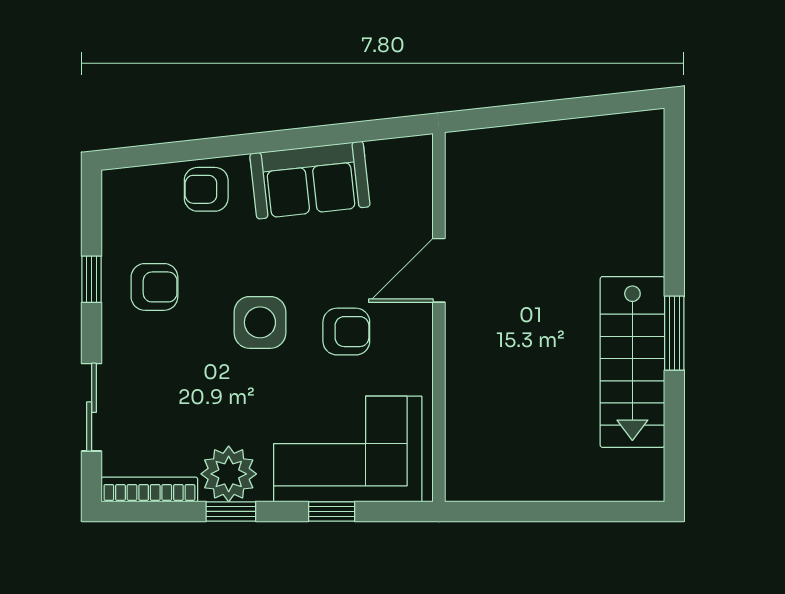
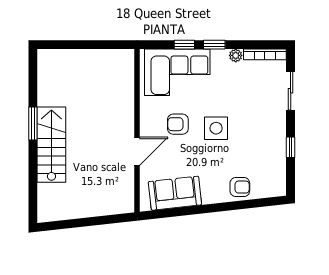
sofa: (310, 180) -> (175, 193), moved
armchair: (154, 287) -> (263, 144), removed
stairs: (632, 362) -> (51, 145), moved
plant: (229, 474) -> (236, 55), width x0.53, depth x0.53
window: (231, 511) -> (214, 45), moved

